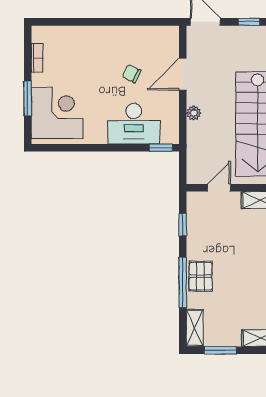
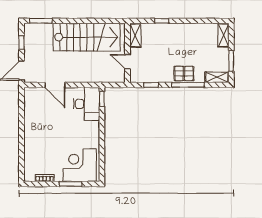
chair: (132, 74) -> (55, 118), removed
plant: (194, 113) -> (80, 78), removed
desk: (134, 124) -> (87, 104), moved

